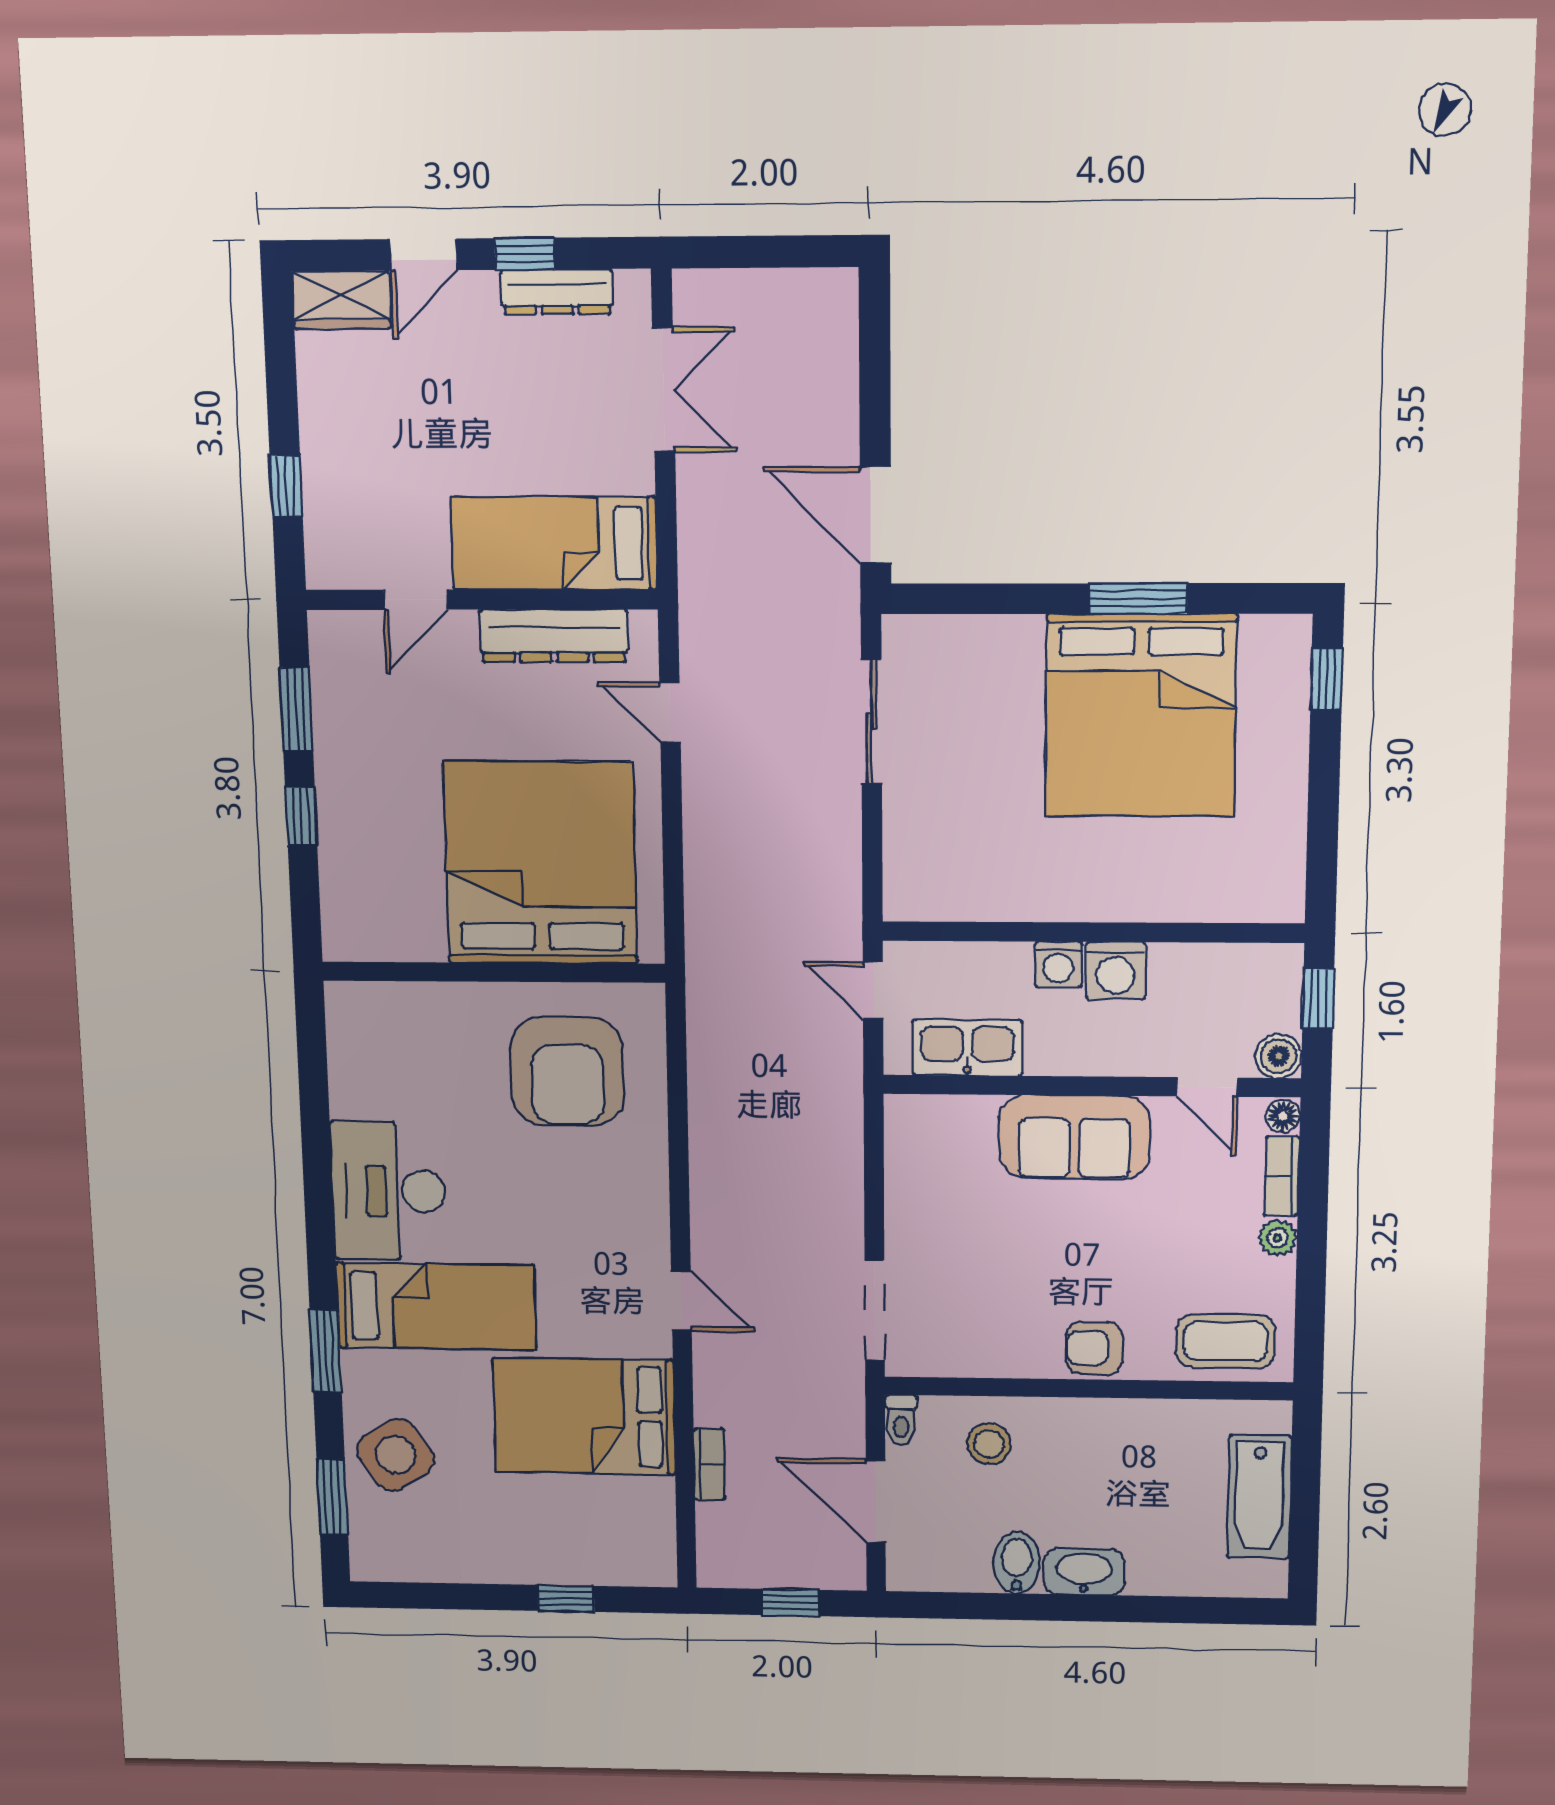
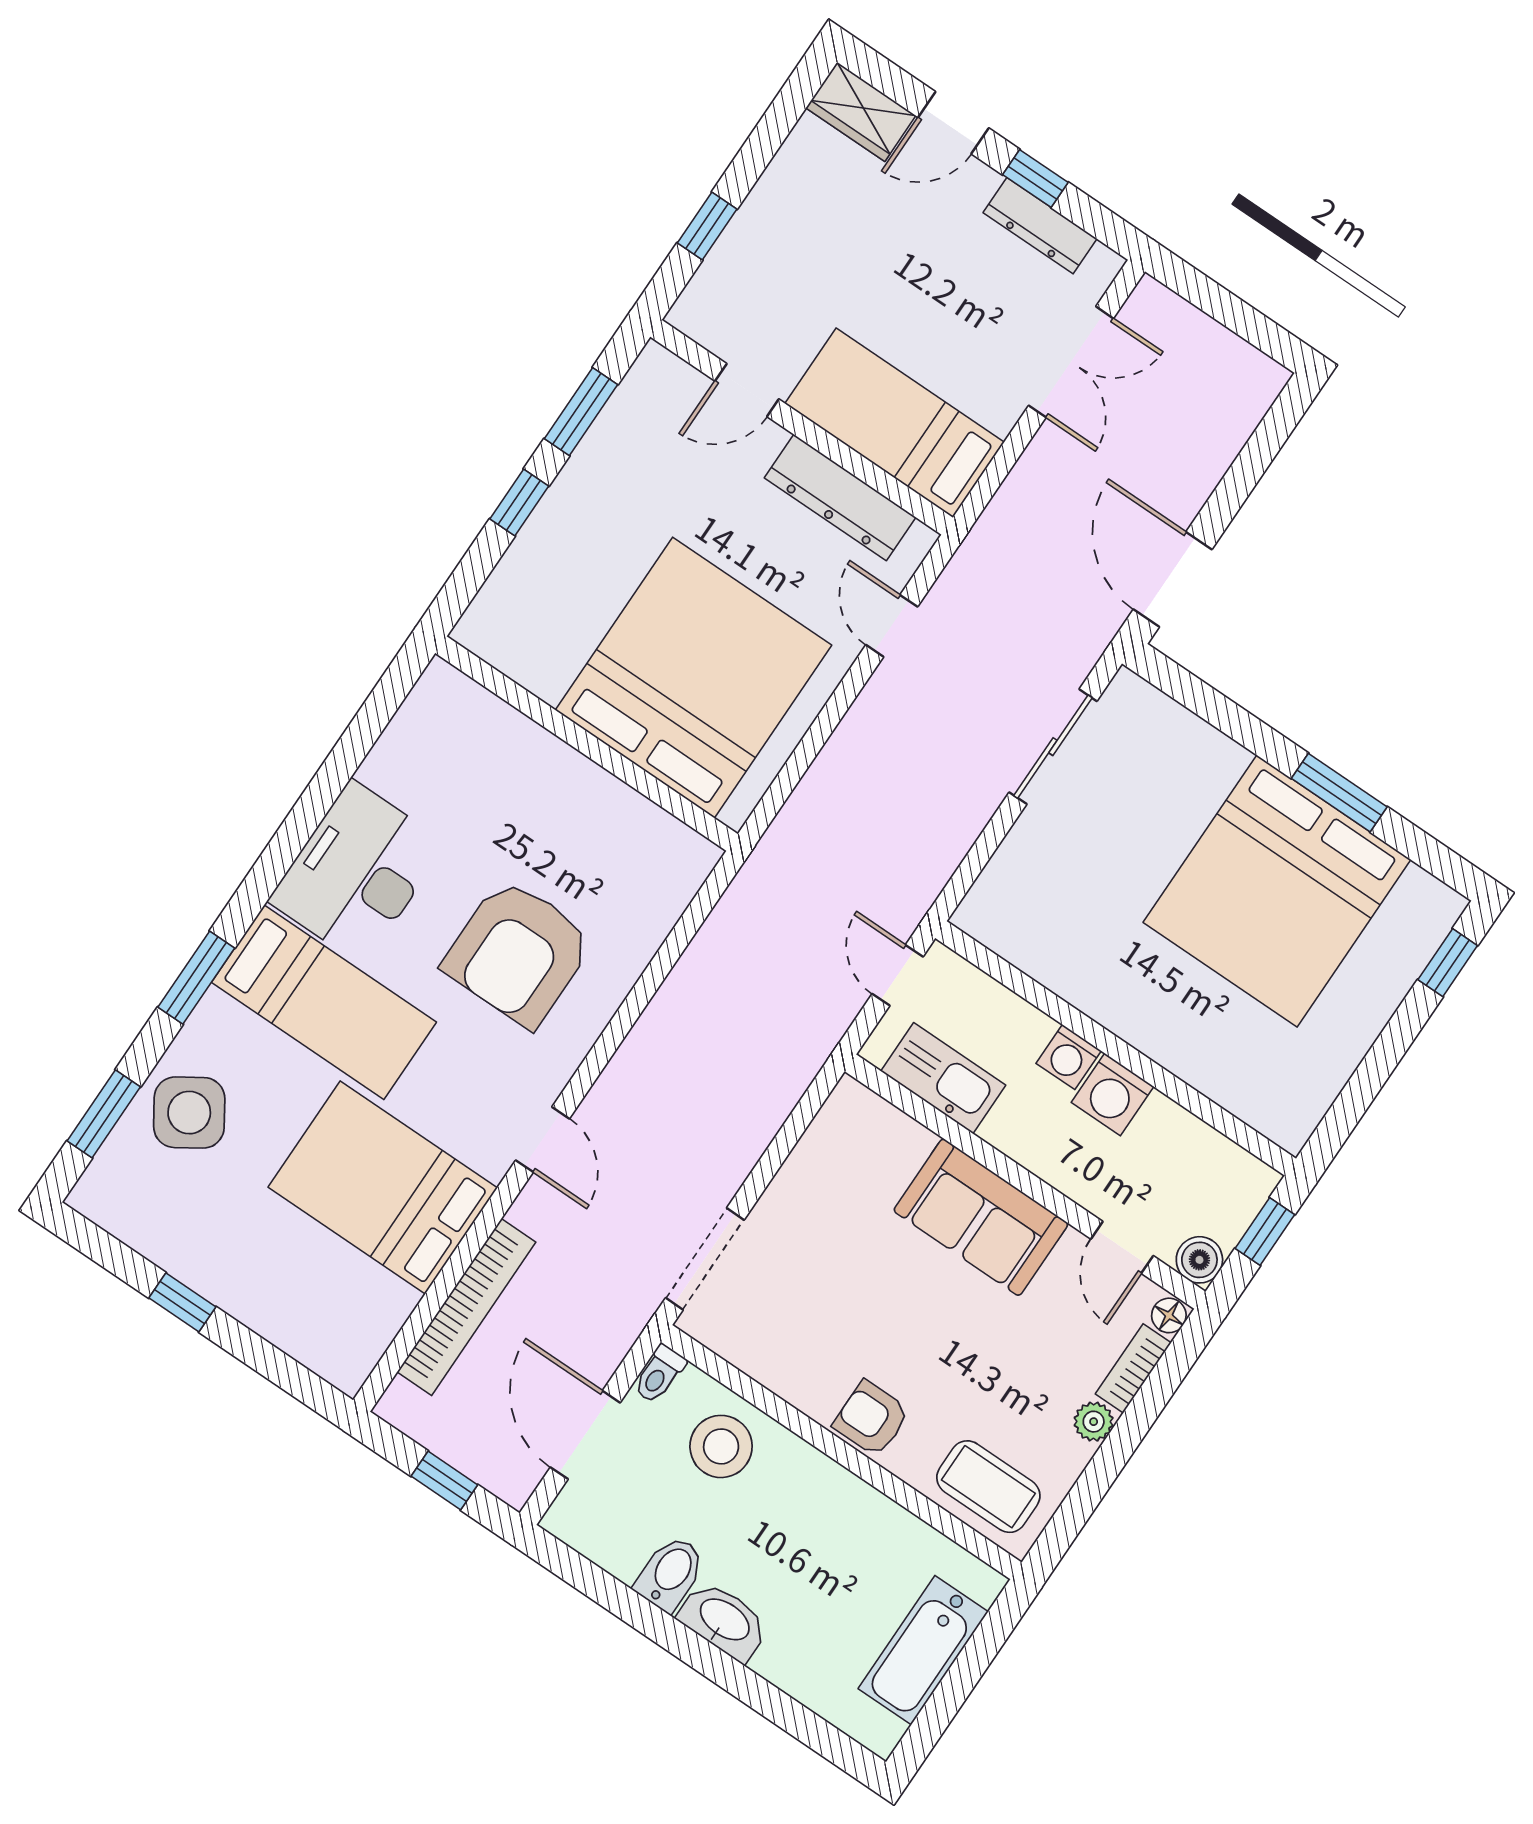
armchair: (567, 1071) -> (518, 953), moved
stool: (989, 1444) -> (721, 1446), width x1.38, depth x1.38
bookcase: (709, 1464) -> (466, 1307), width x2.31, depth x1.31
window: (566, 1598) -> (182, 1302), moved

